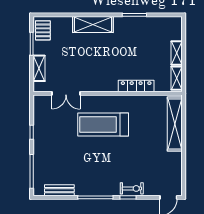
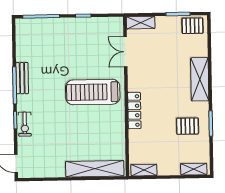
pallet: (136, 37) -> (188, 126), added
shelving: (177, 53) -> (194, 169), moved
shelving: (39, 68) -> (141, 23), moved
locker: (136, 86) -> (134, 111), moved
treadmill: (103, 125) -> (93, 92), turned -90
bench: (59, 190) -> (22, 78), moved

